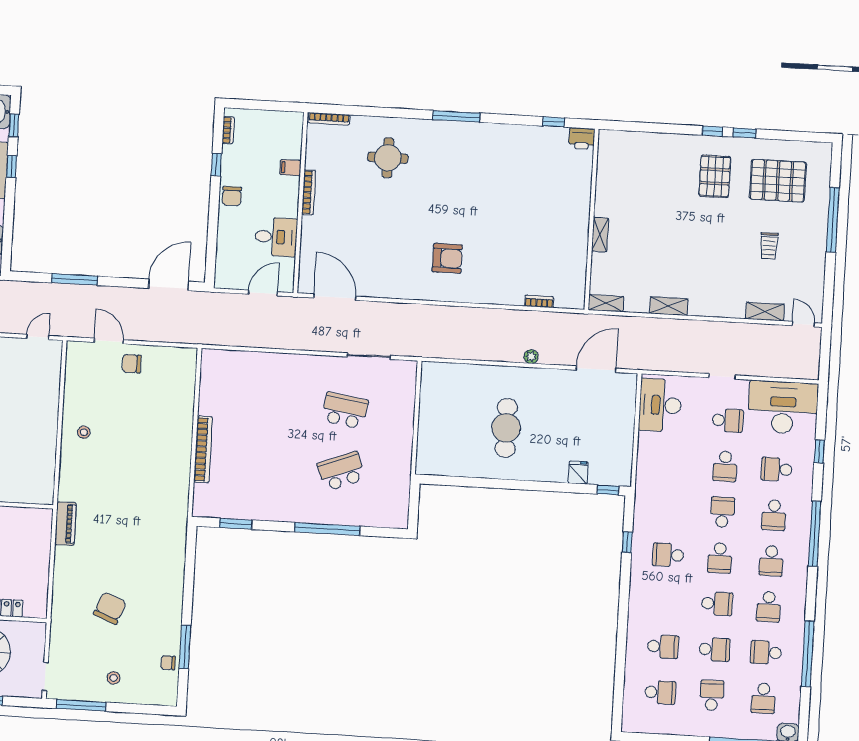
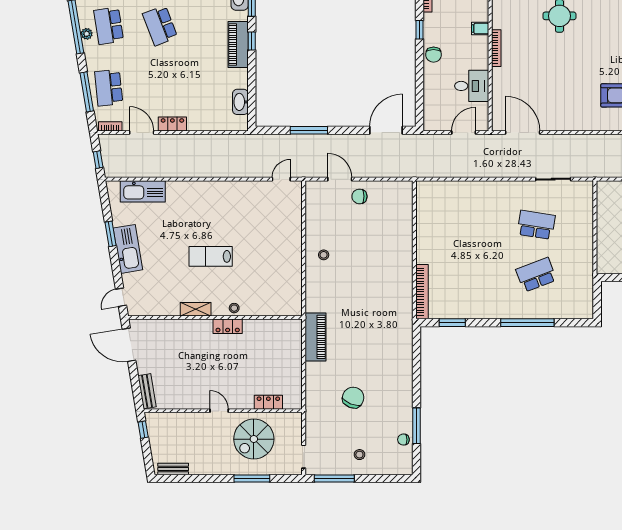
bookcase: (203, 449) -> (422, 292), moved
piano: (66, 524) -> (316, 337), width x1.37, depth x1.33

